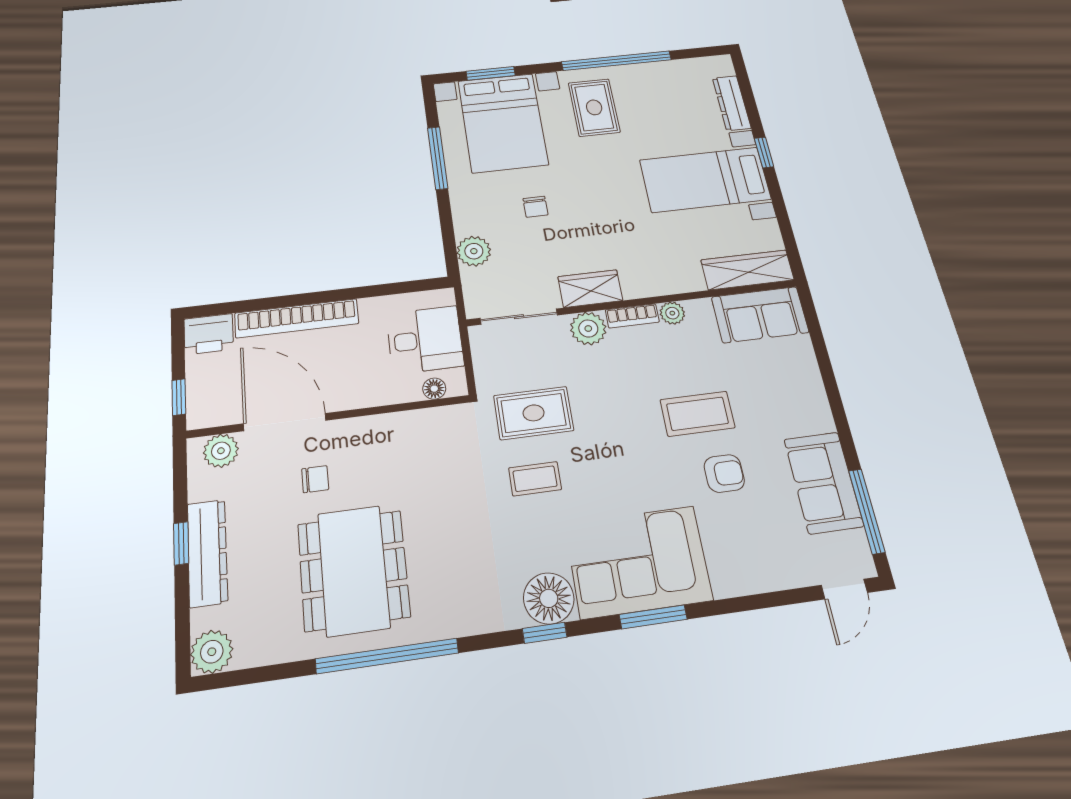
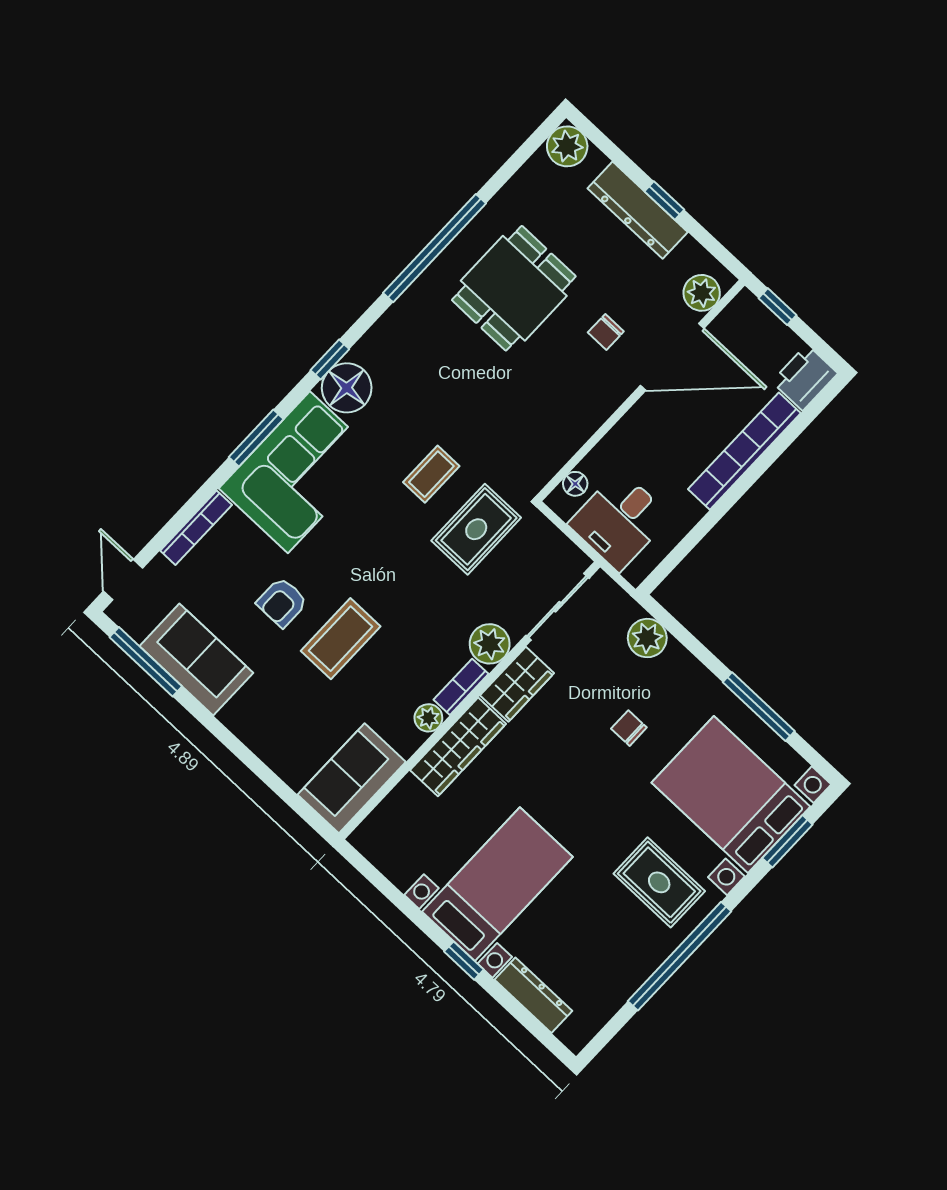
wardrobe: (747, 270) -> (458, 747), moved
dining table: (354, 570) -> (514, 288), width x0.73
bookcase: (754, 584) -> (196, 528), added

